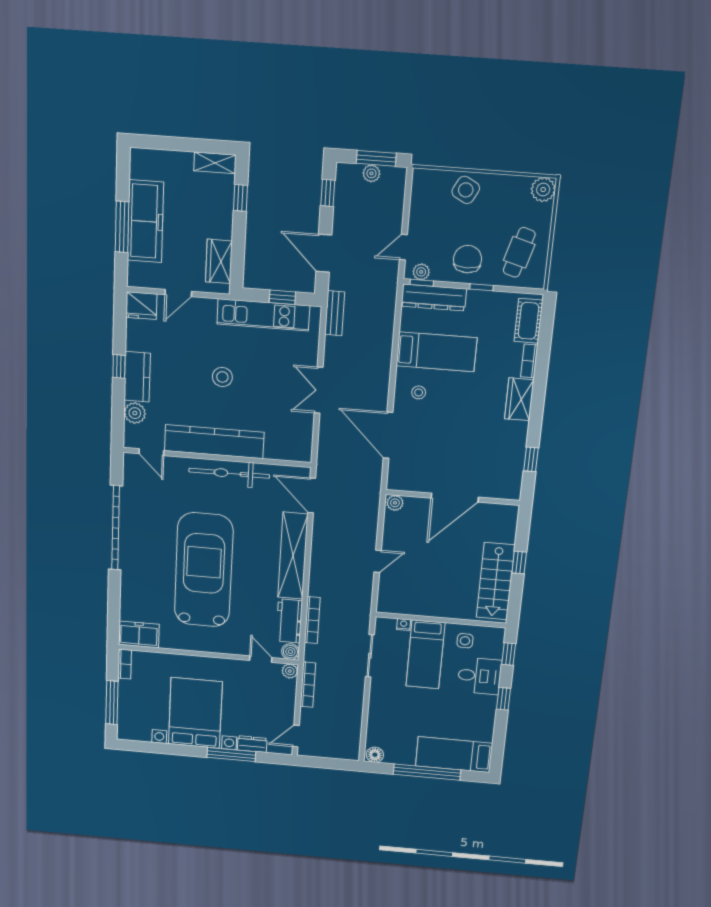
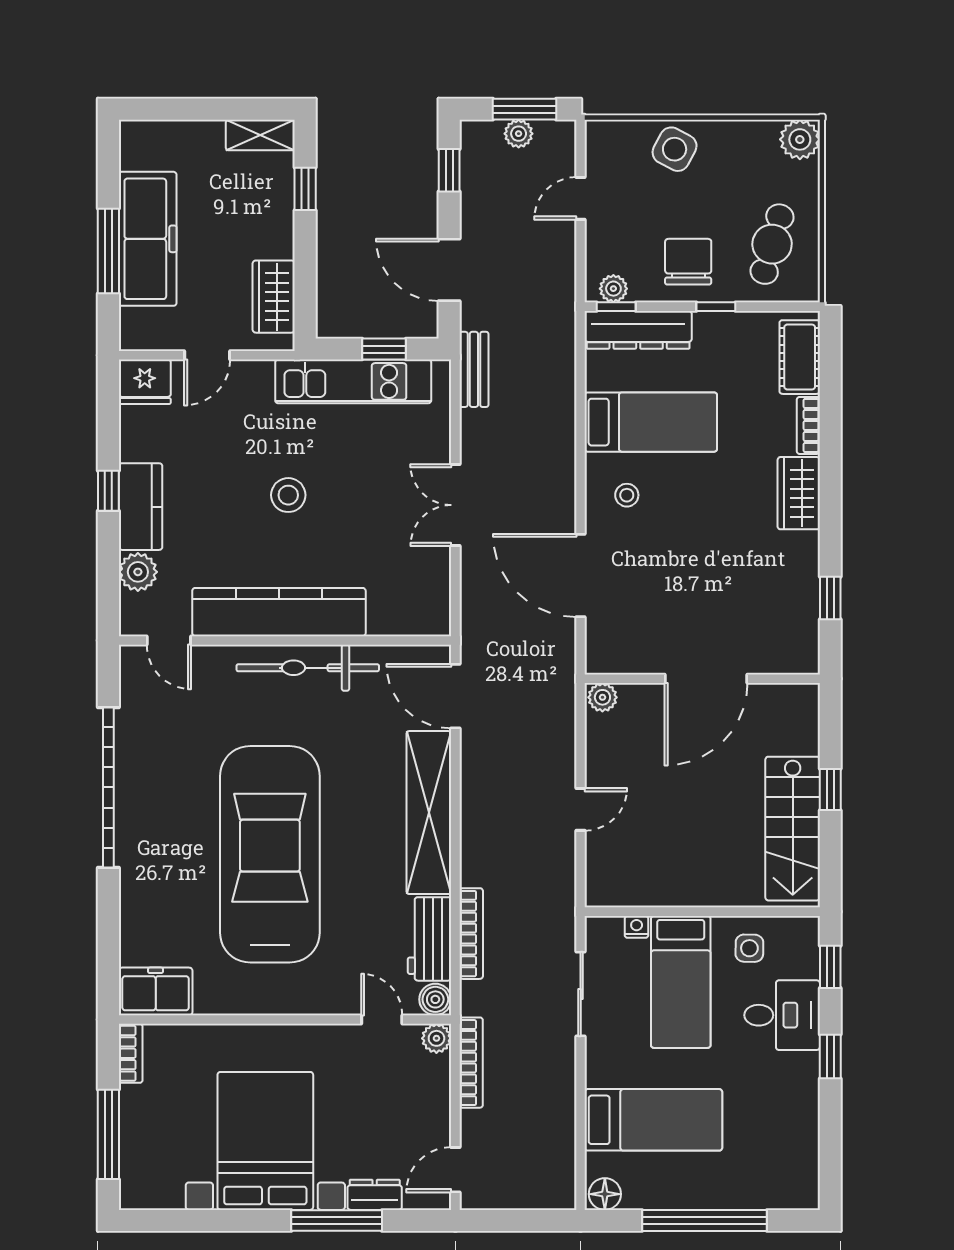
door: (403, 247) -> (581, 198), moved
bed: (454, 755) -> (653, 1120), moved, turned 180

